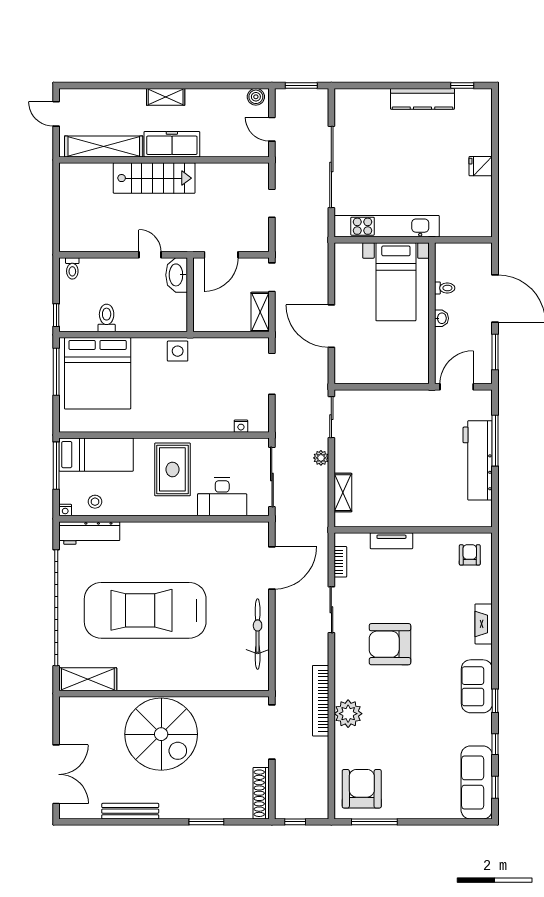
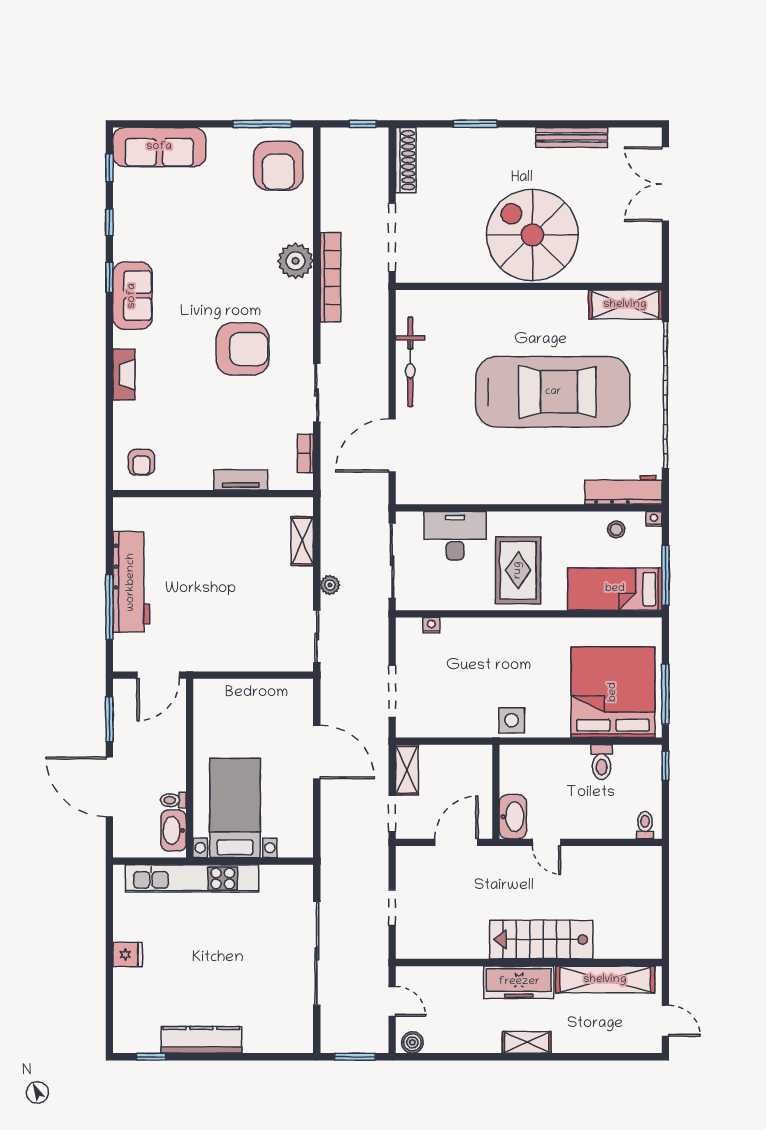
kitchen unit: (387, 226) -> (192, 878), moved
washbasin: (441, 318) -> (173, 830), moved, width x1.91, depth x1.45
sofa: (477, 782) -> (159, 147), moved, turned 90

